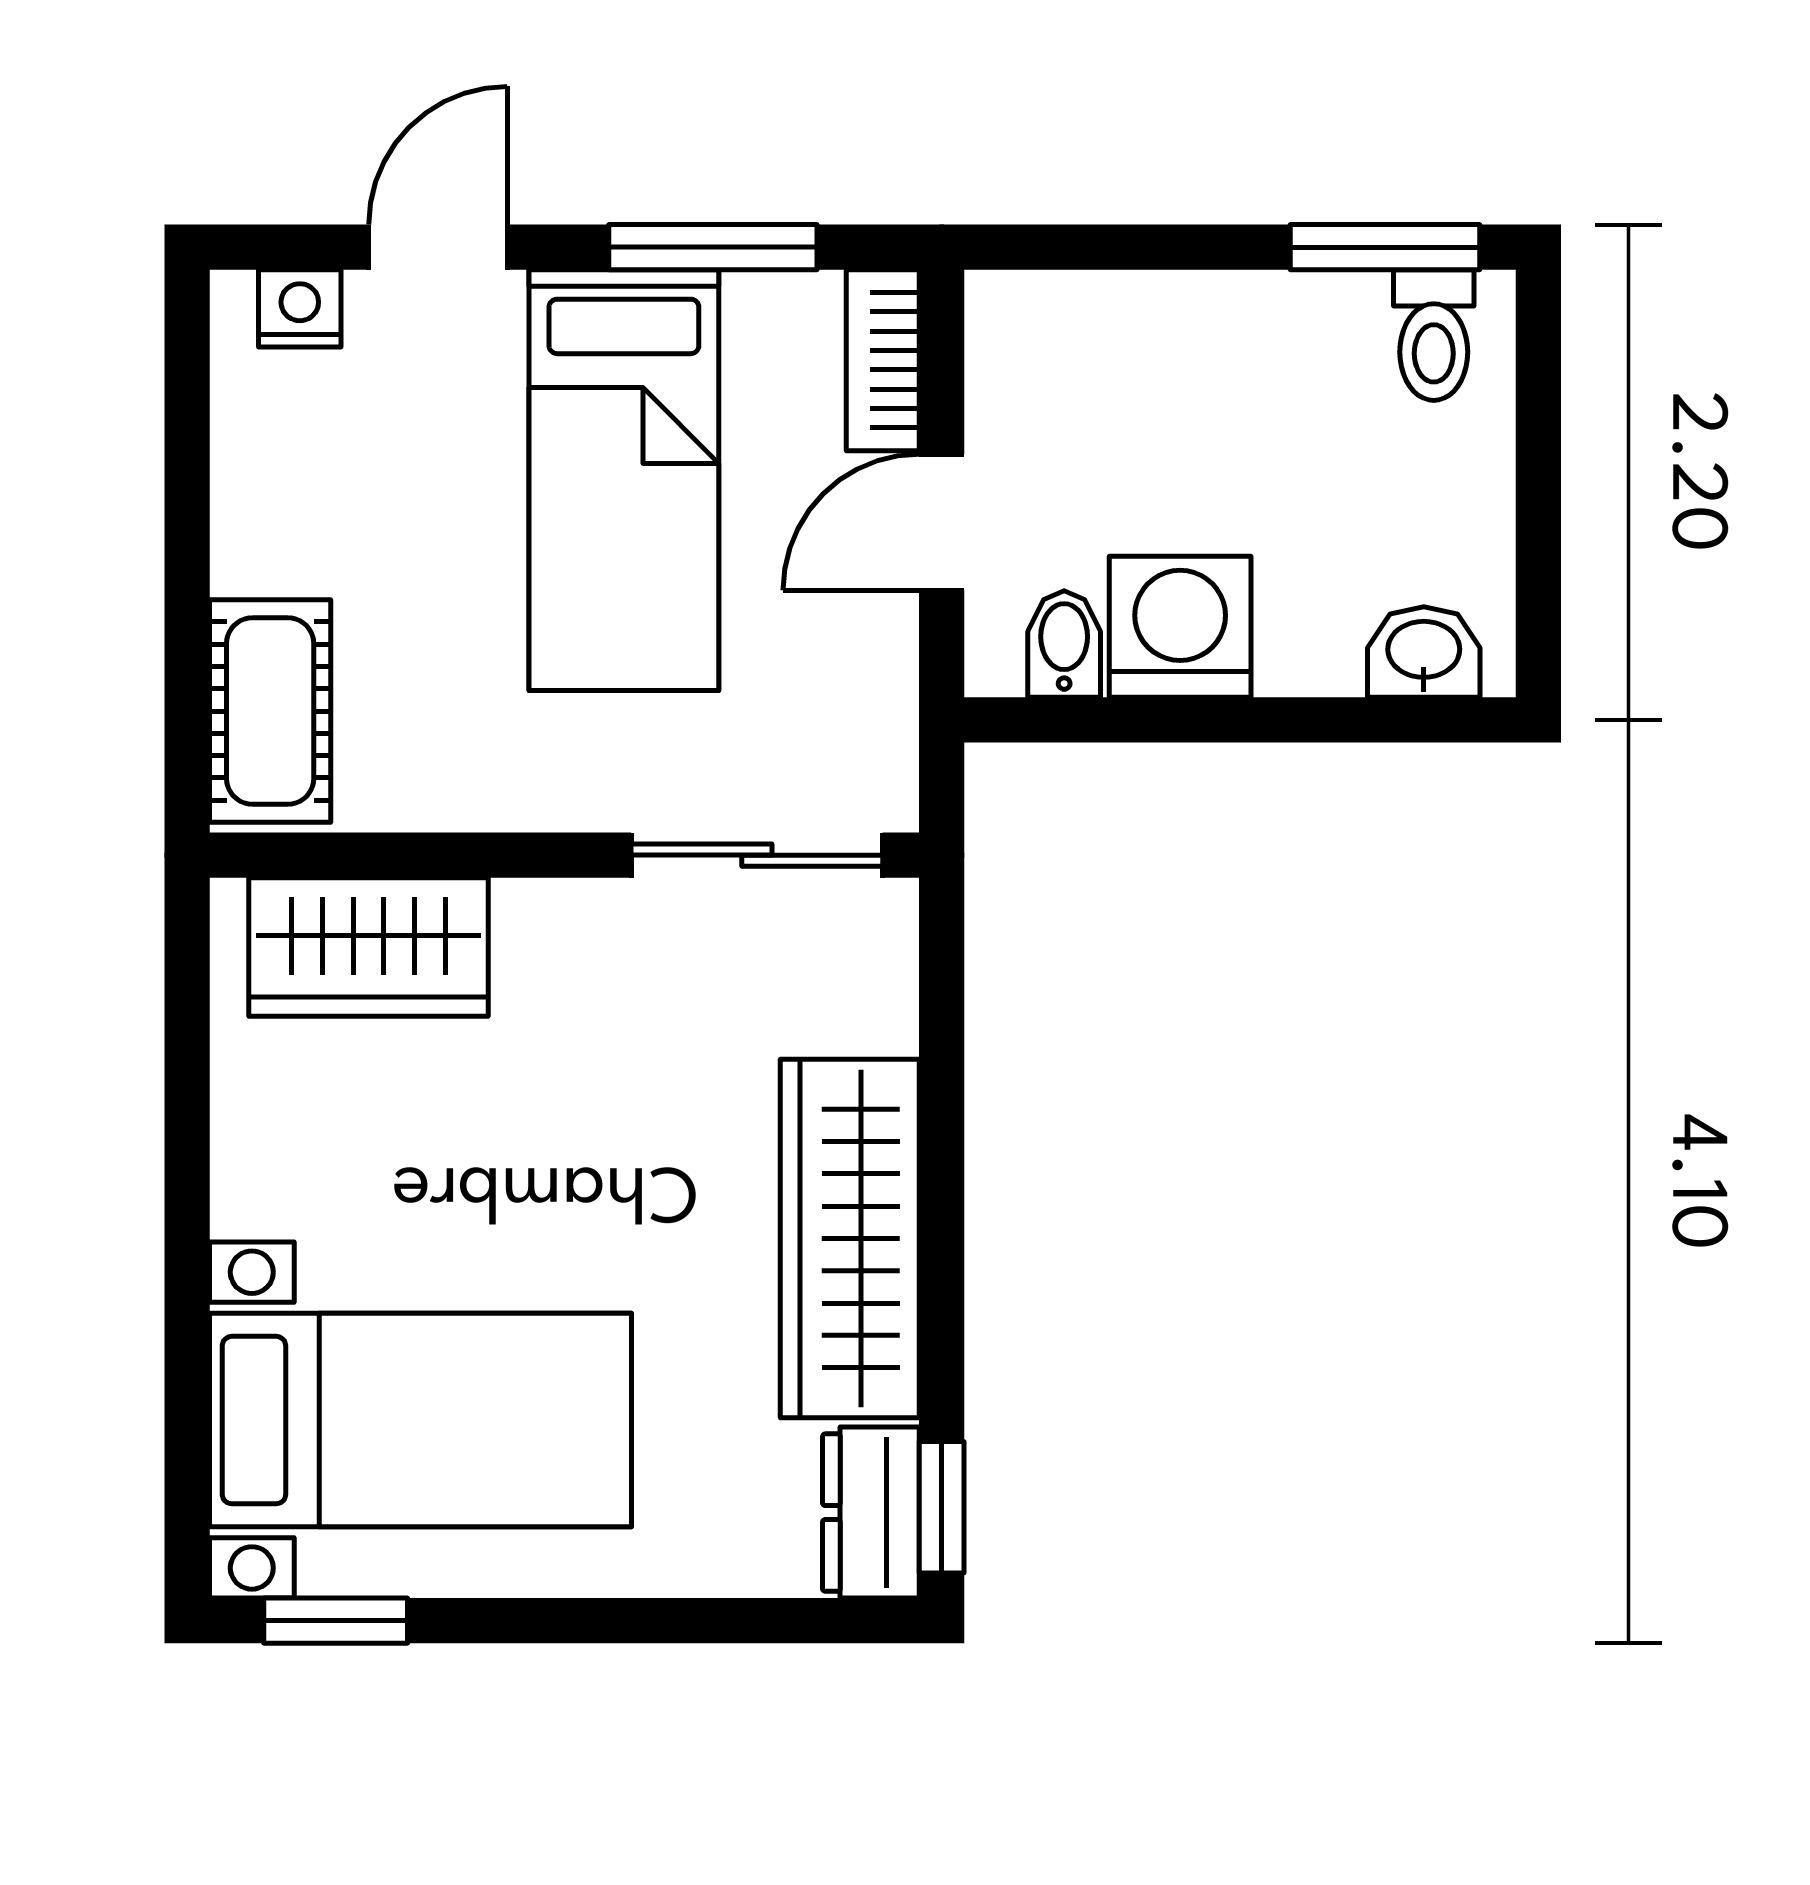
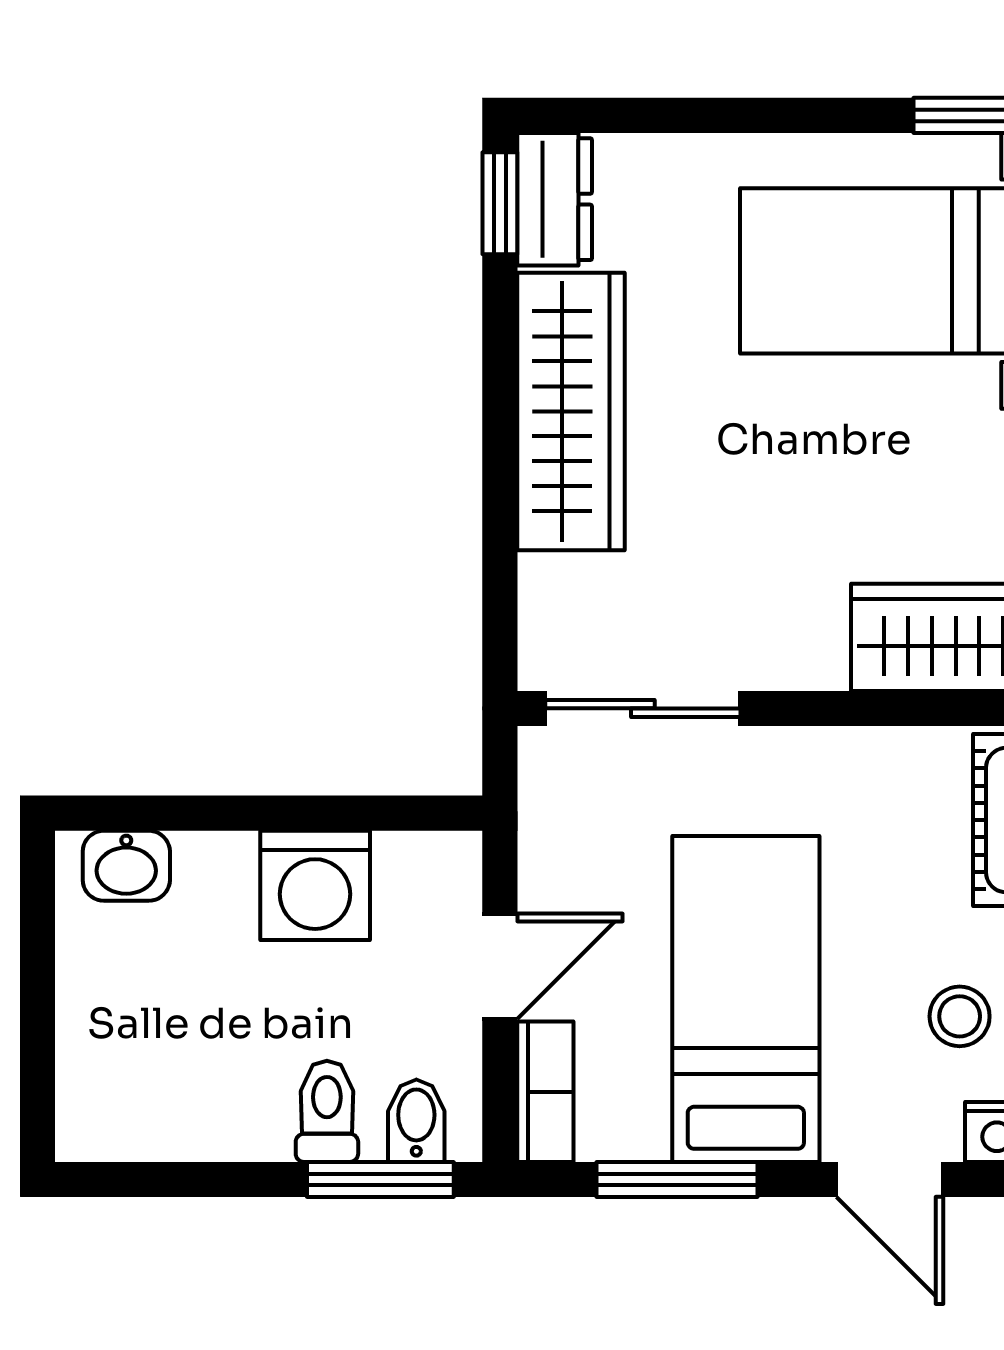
door: (438, 247) -> (890, 1179), hinge flipped
window: (1385, 247) -> (380, 1179), moved
toilet: (1434, 335) -> (327, 1111), moved
stool: (348, 458) -> (960, 1016), added
bidet: (1064, 644) -> (416, 1121), moved, turned 180

